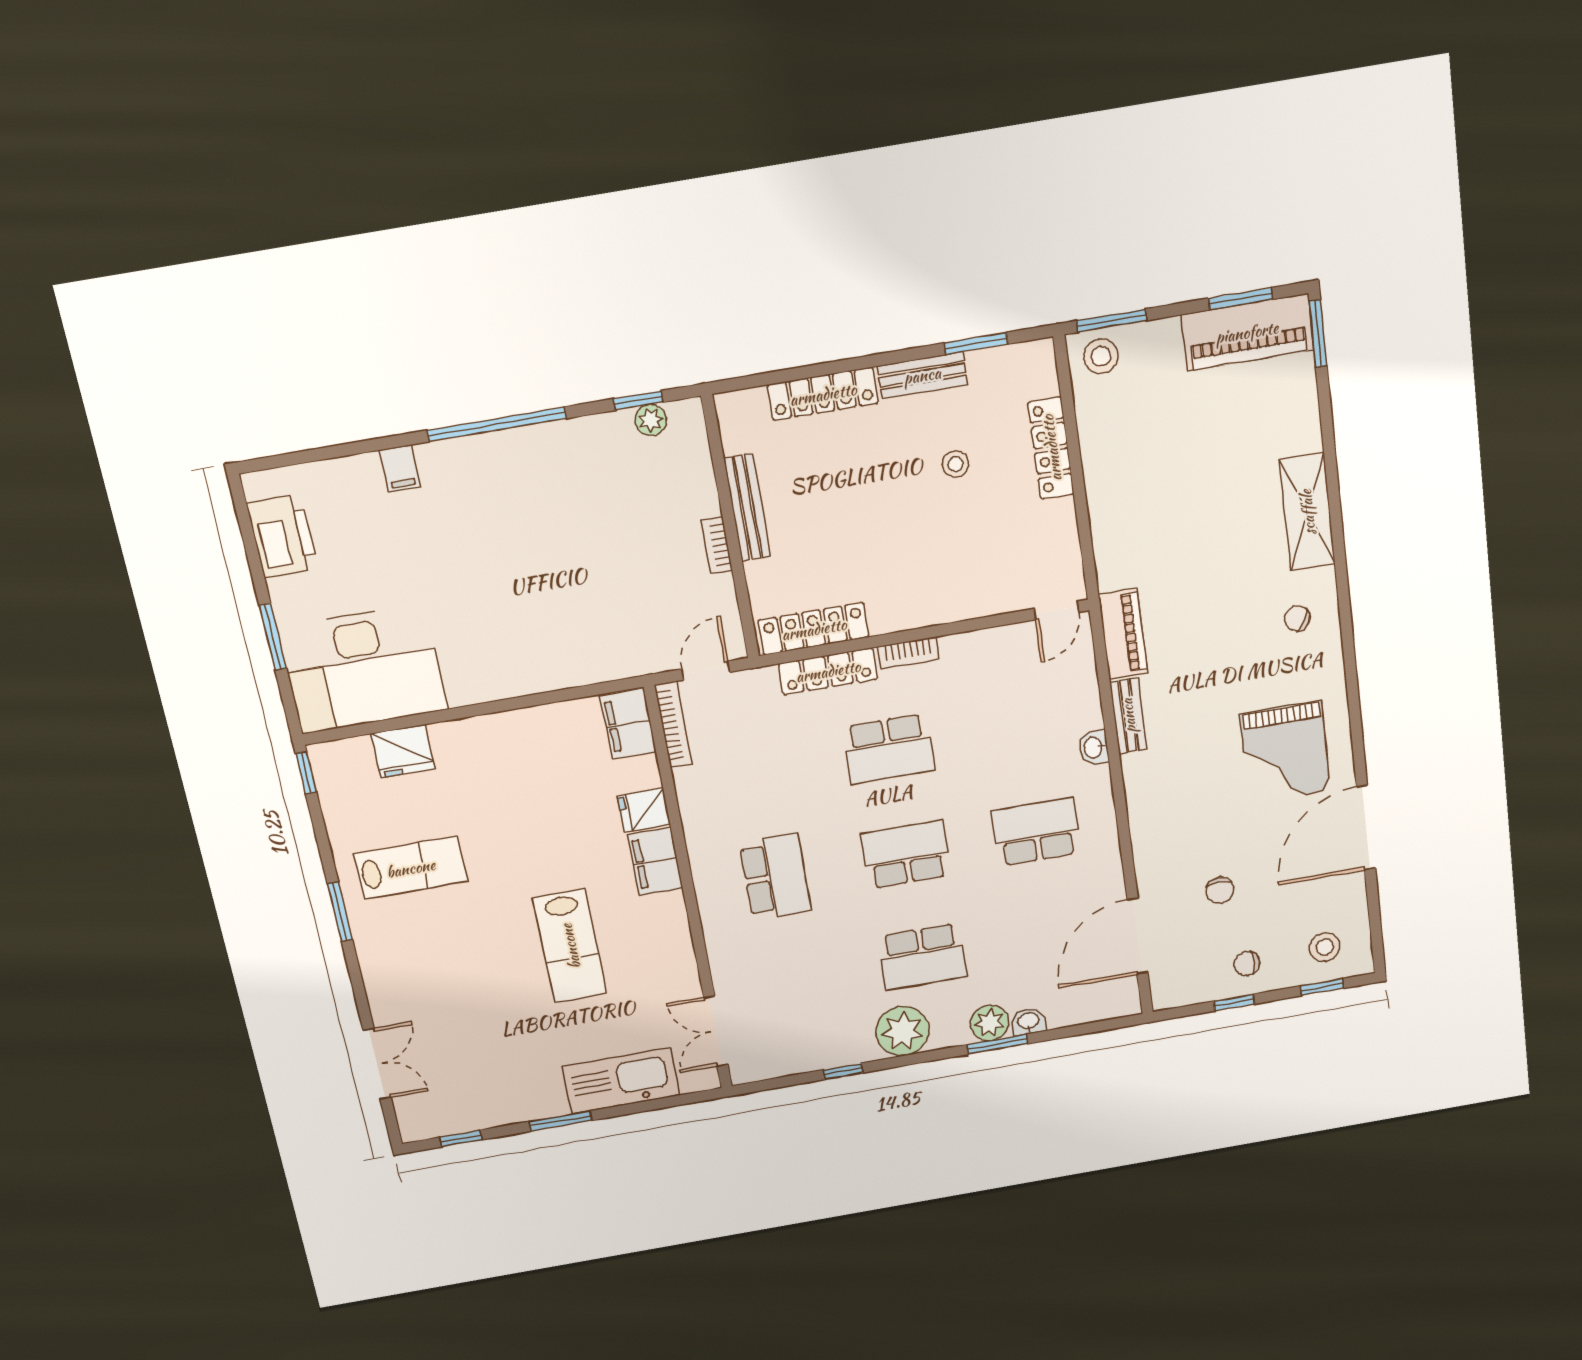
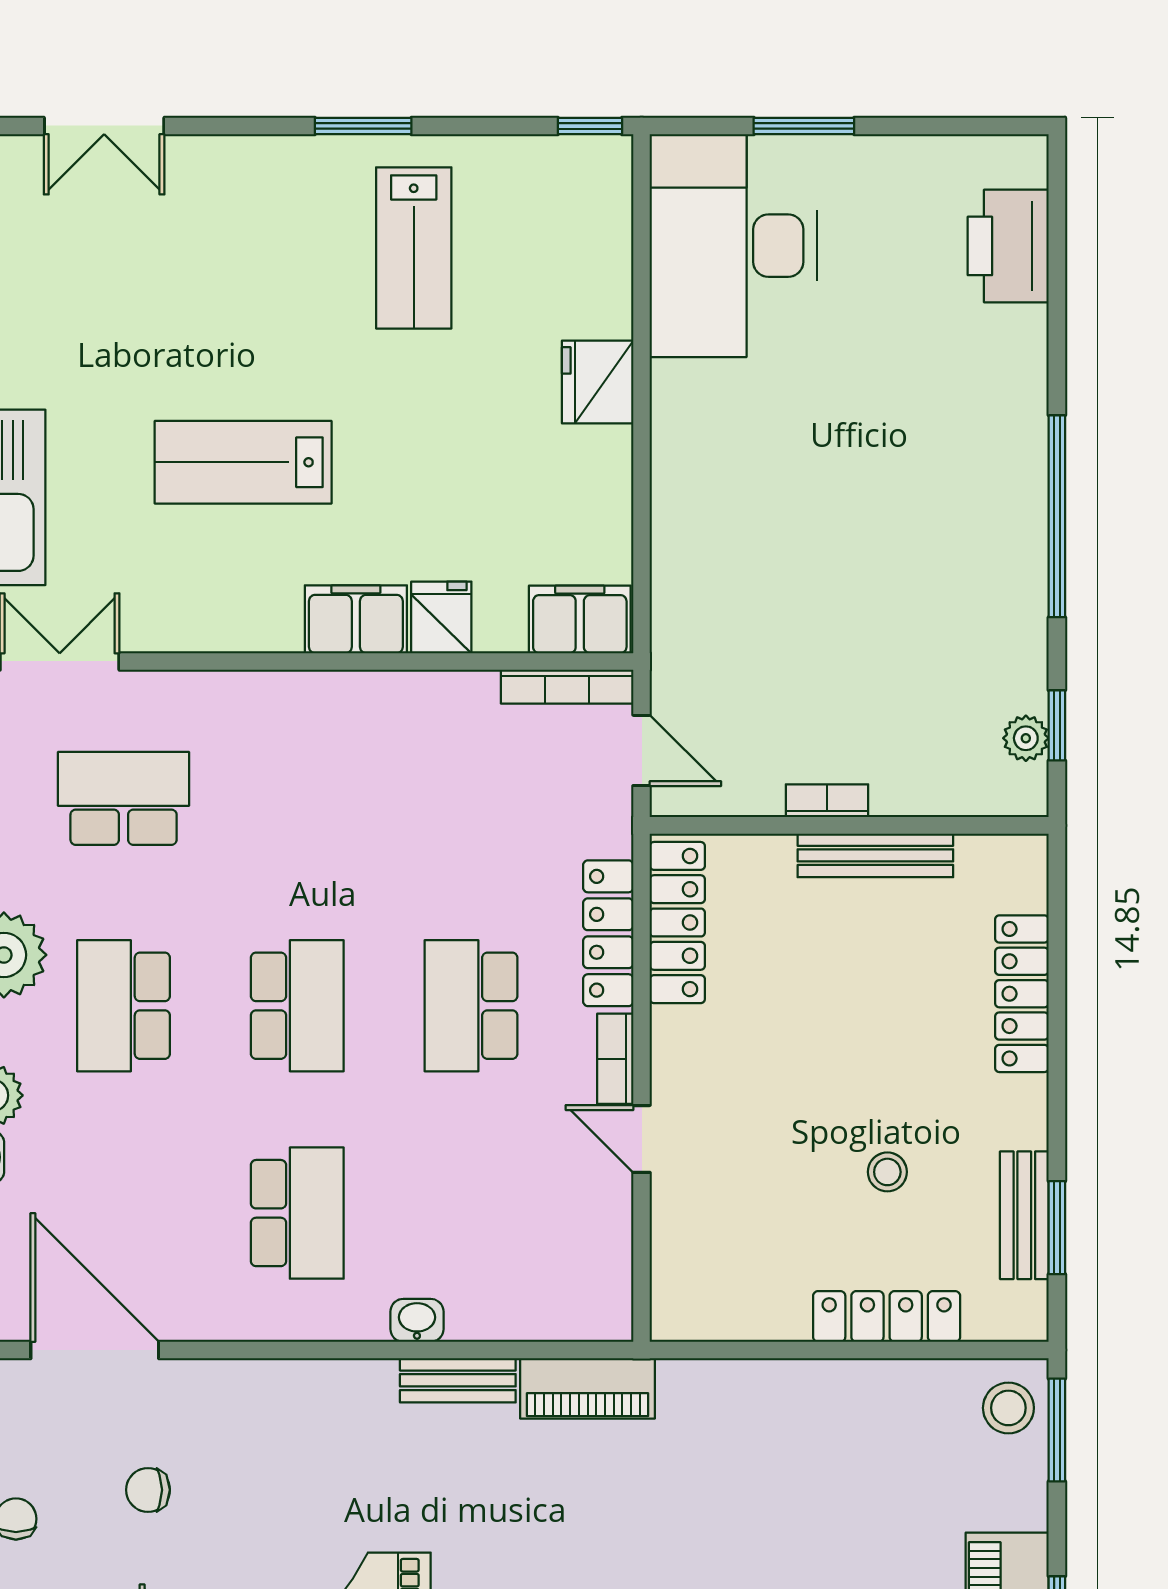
bench: (922, 375) -> (1024, 1215), moved
filing cabinet: (400, 468) -> (1017, 365), removed
printer: (282, 536) -> (1008, 246), moved, turned 90
door: (1057, 610) -> (642, 1139), moved
fridge: (403, 751) -> (598, 382), moved
school desk: (775, 877) -> (124, 798), moved, turned 180

